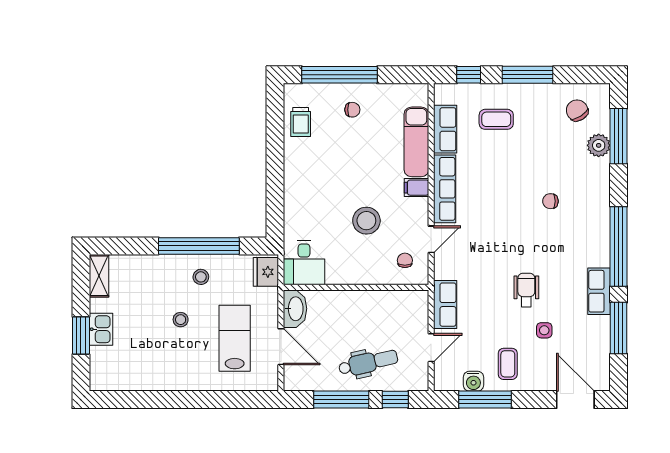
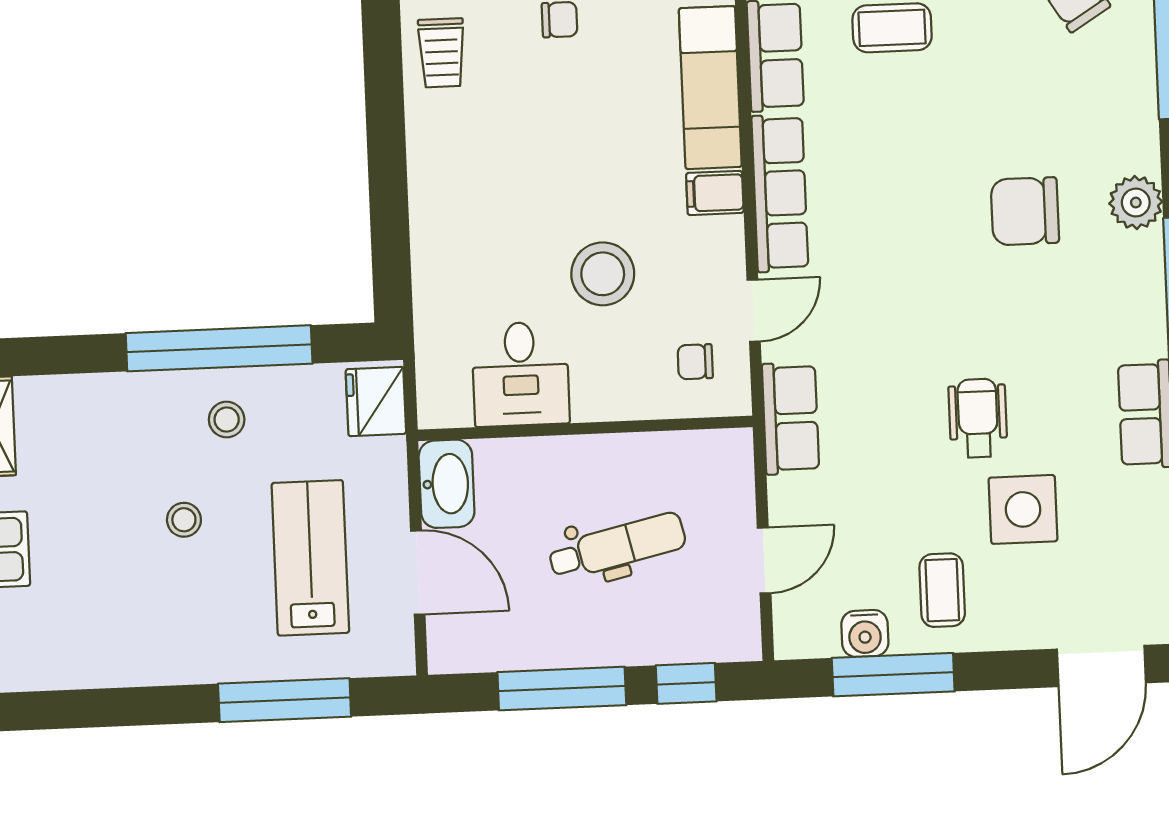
plant: (599, 145) -> (1136, 203), moved
chair: (550, 201) -> (1025, 211), width x1.87, depth x1.87
chair: (405, 260) -> (695, 362), turned -90
desk: (304, 263) -> (520, 374), moved
row of seats: (445, 305) -> (791, 418), moved
side table: (544, 330) -> (1023, 509), width x1.87, depth x1.87
dental chair: (368, 363) -> (617, 546), moved
window: (221, 400) -> (285, 700), added
door: (575, 400) -> (1101, 666), swing flipped

